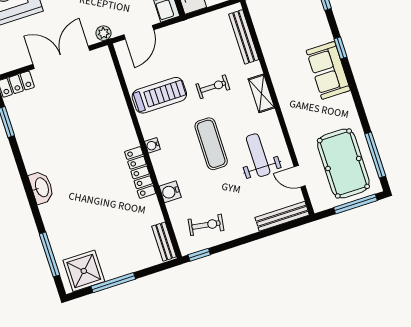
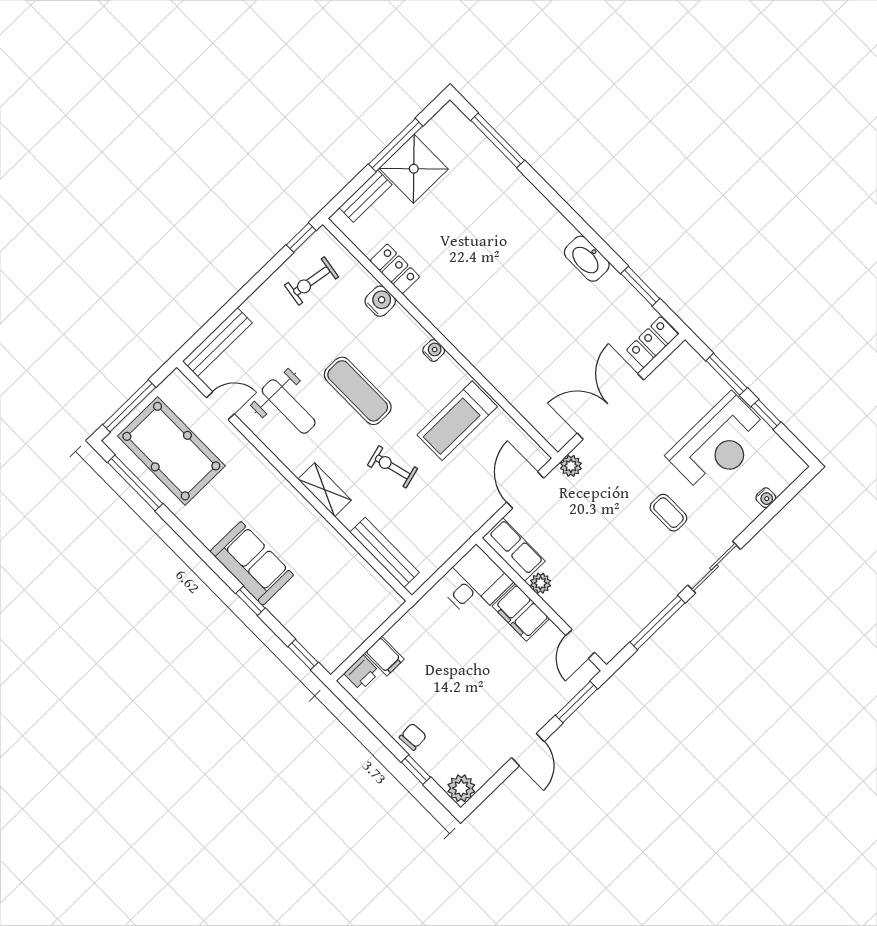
double door: (61, 57) -> (610, 407), swing flipped
exercise bike: (213, 87) -> (393, 467), turned 75
locker: (140, 172) -> (395, 269), moved, width x0.66
washbasin: (41, 187) -> (587, 259), moved
bench: (164, 242) -> (366, 196), moved, turned 90
shower: (84, 271) -> (414, 169), moved

